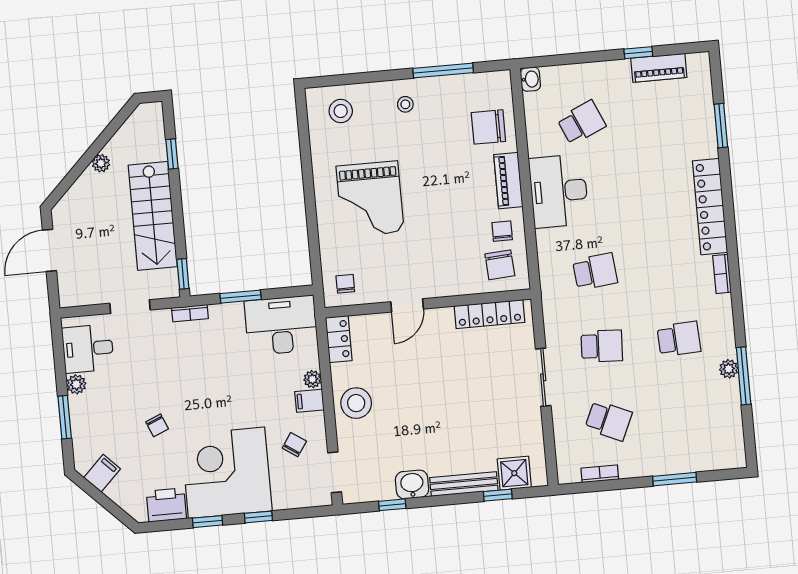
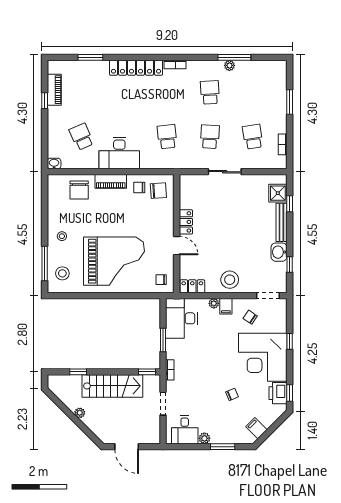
window: (443, 70) -> (45, 264), moved
grand piano: (370, 199) -> (114, 261), width x1.37, depth x1.48
locker: (489, 314) -> (186, 222), moved, width x0.66
school desk: (609, 420) -> (253, 137), turned -33
window: (208, 522) -> (290, 393), moved

